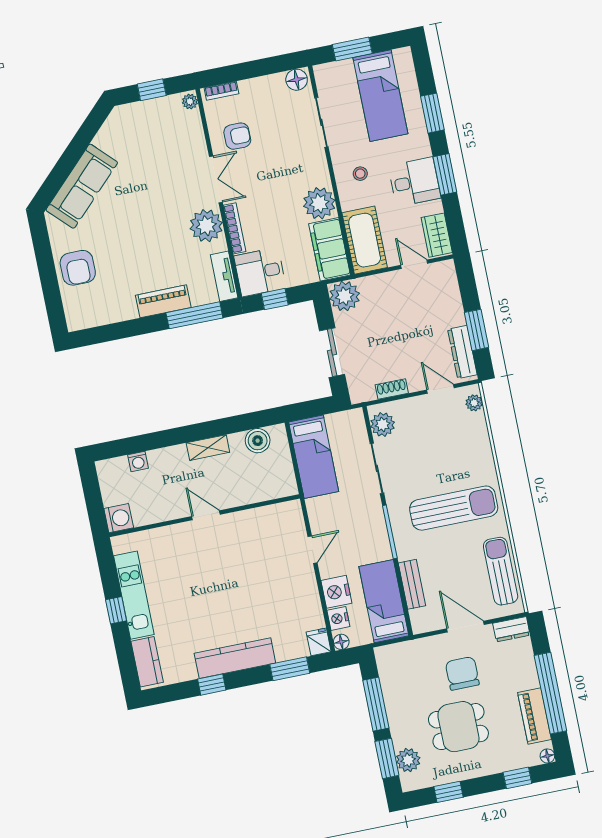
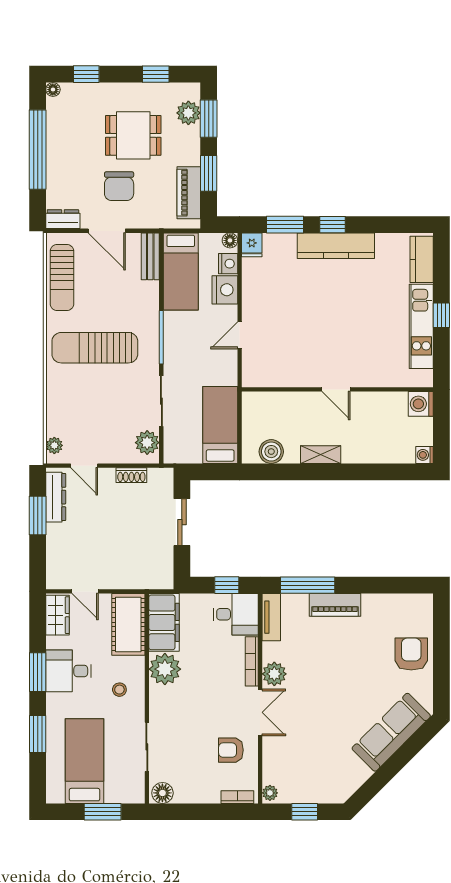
double door: (216, 179) -> (260, 712), swing flipped
plant: (206, 226) -> (274, 674), width x0.73, depth x0.73
plant: (345, 296) -> (159, 574), removed
washing machine: (138, 461) -> (425, 455), moved, turned -90
bench: (412, 584) -> (150, 256), moved
window: (212, 685) -> (332, 225), moved
window: (376, 704) -> (209, 173), width x0.69
piano: (534, 716) -> (189, 193), moved, turned 180

